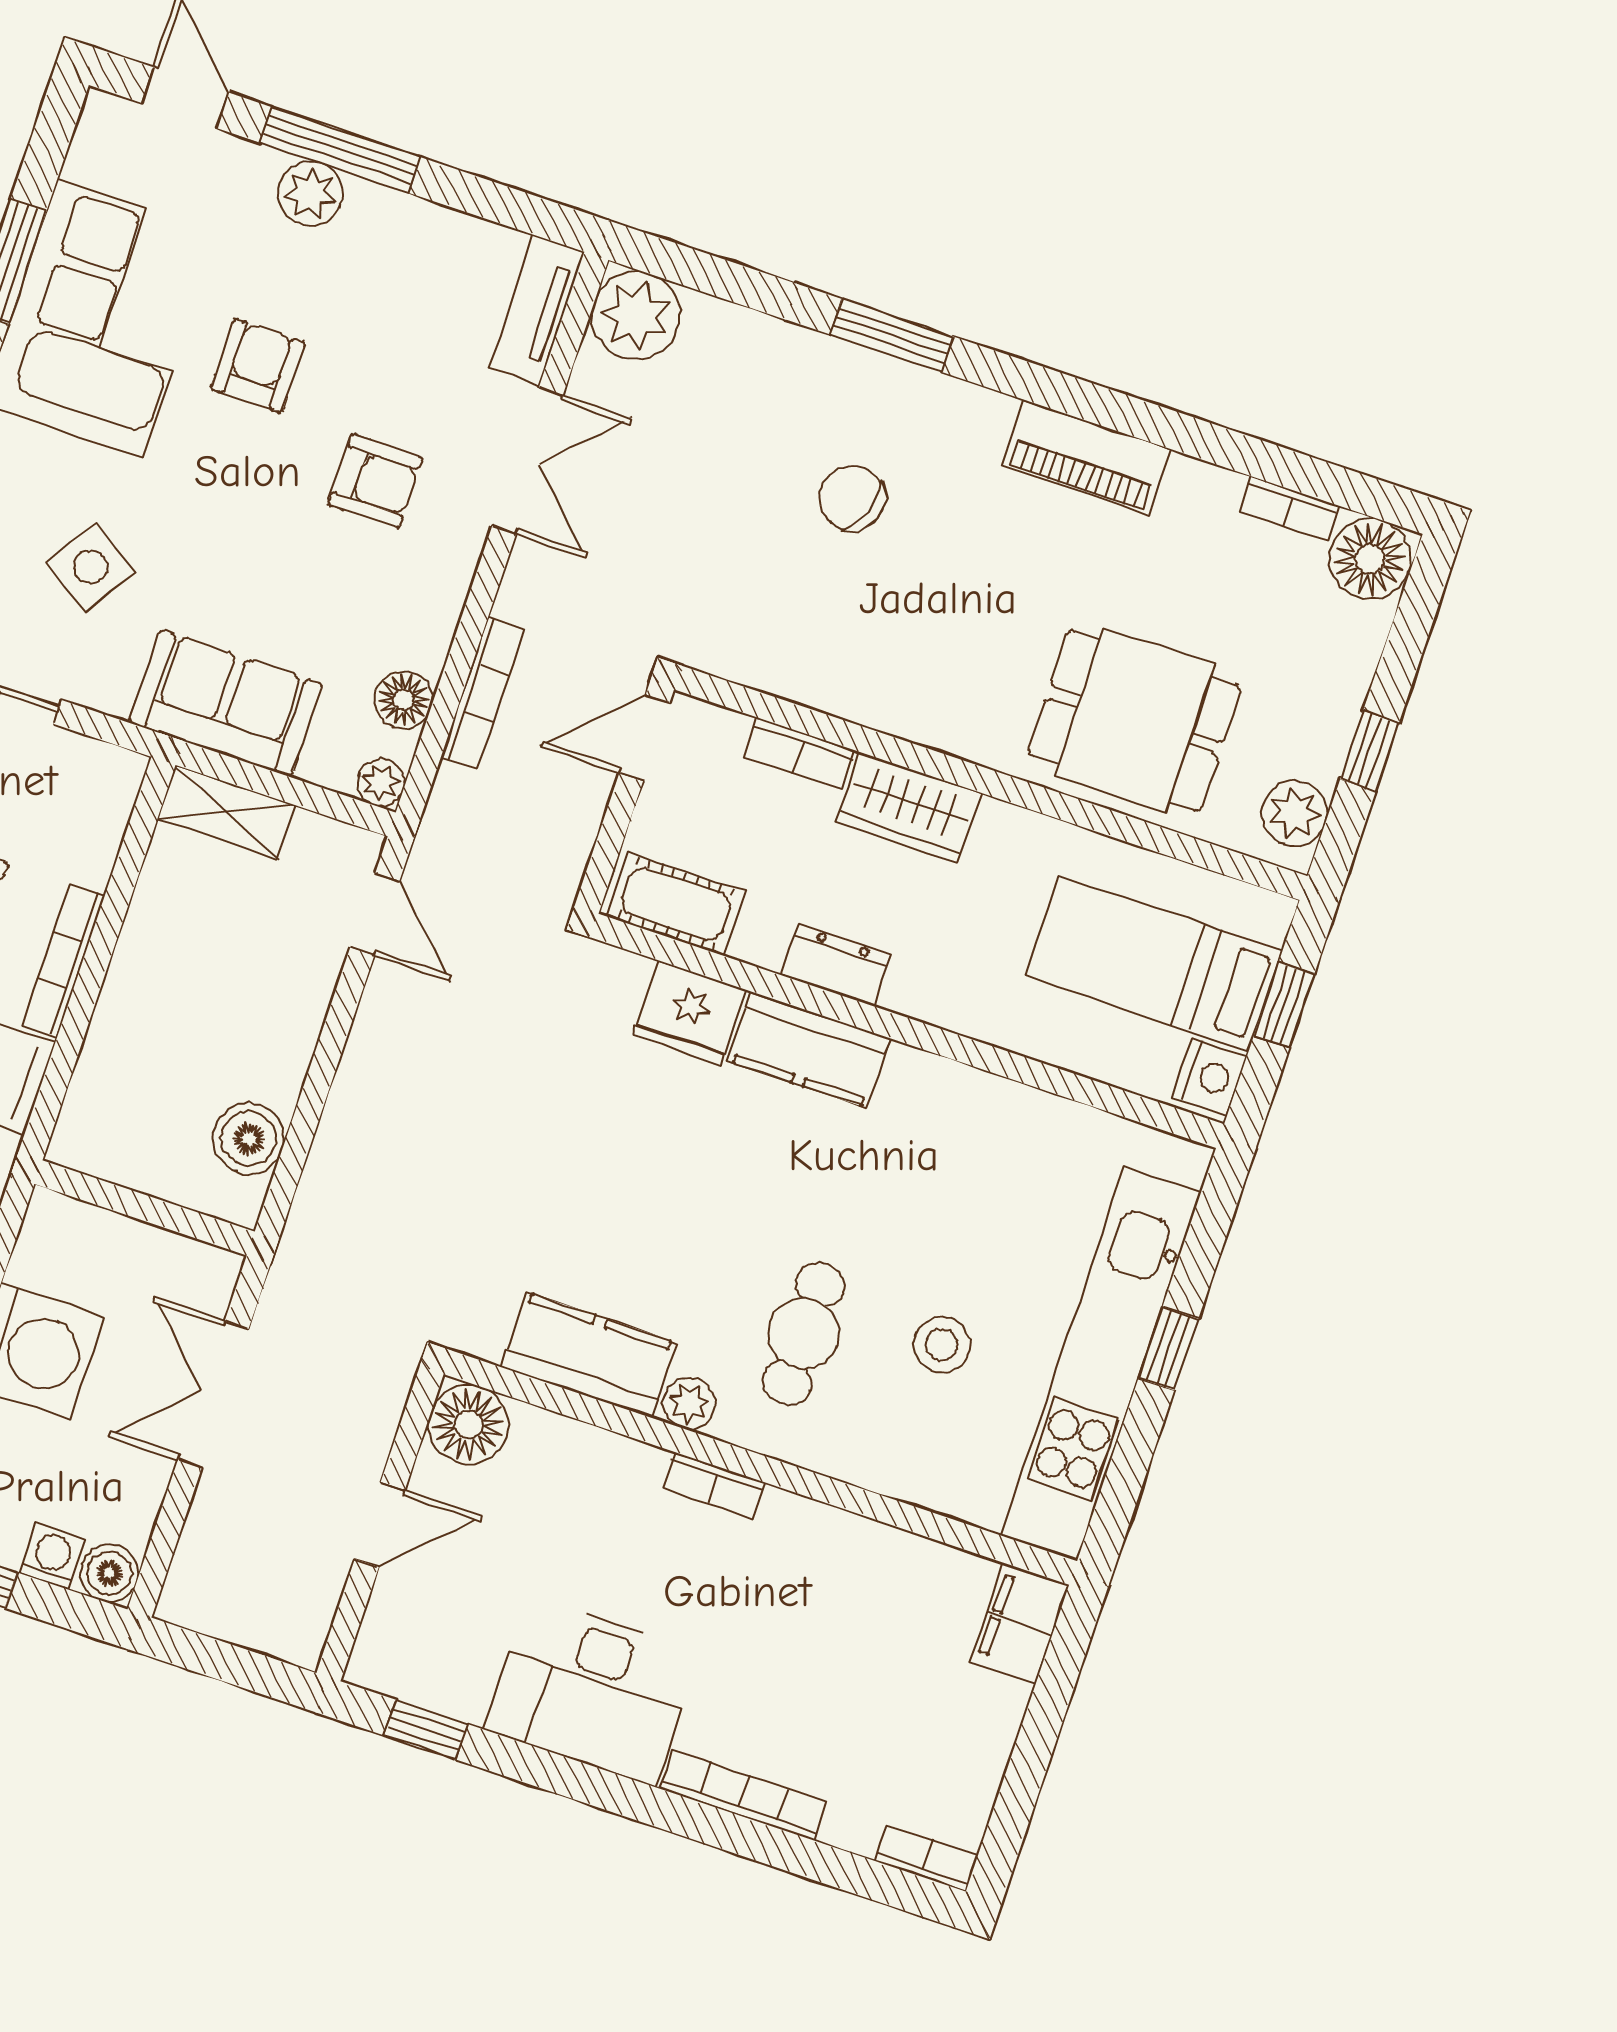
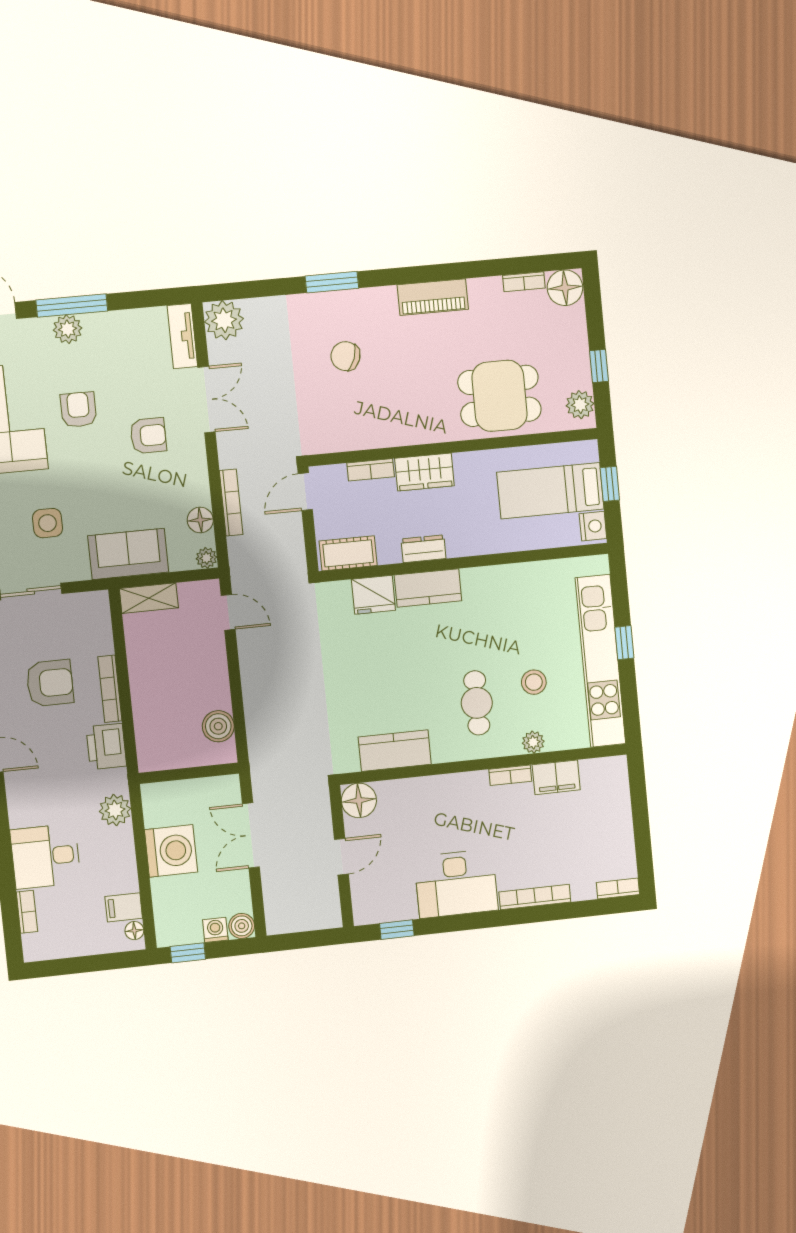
side table: (91, 567) -> (48, 523), turned -33
plant: (689, 1403) -> (533, 742), moved
bookcase: (714, 1485) -> (510, 775), moved
filing cabinet: (1020, 1623) -> (556, 777), moved, turned -90

